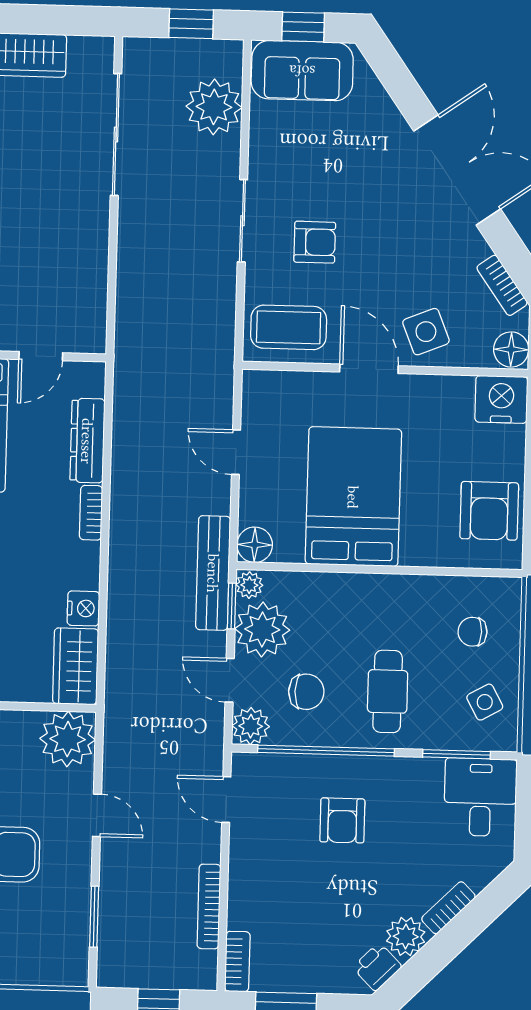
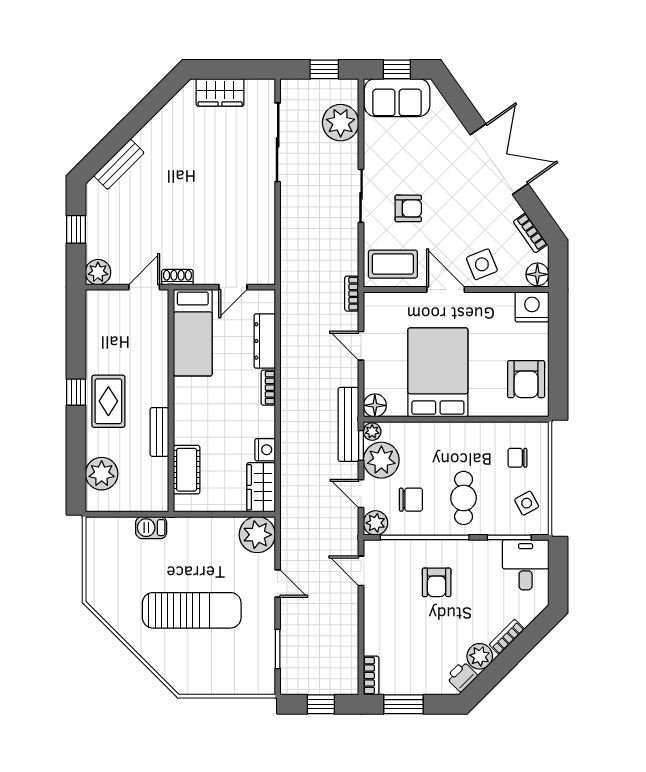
bookcase: (209, 906) -> (352, 294), moved, width x0.64

